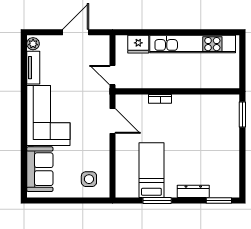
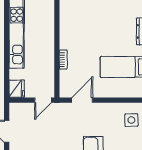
fridge: (138, 44) -> (17, 89), moved

